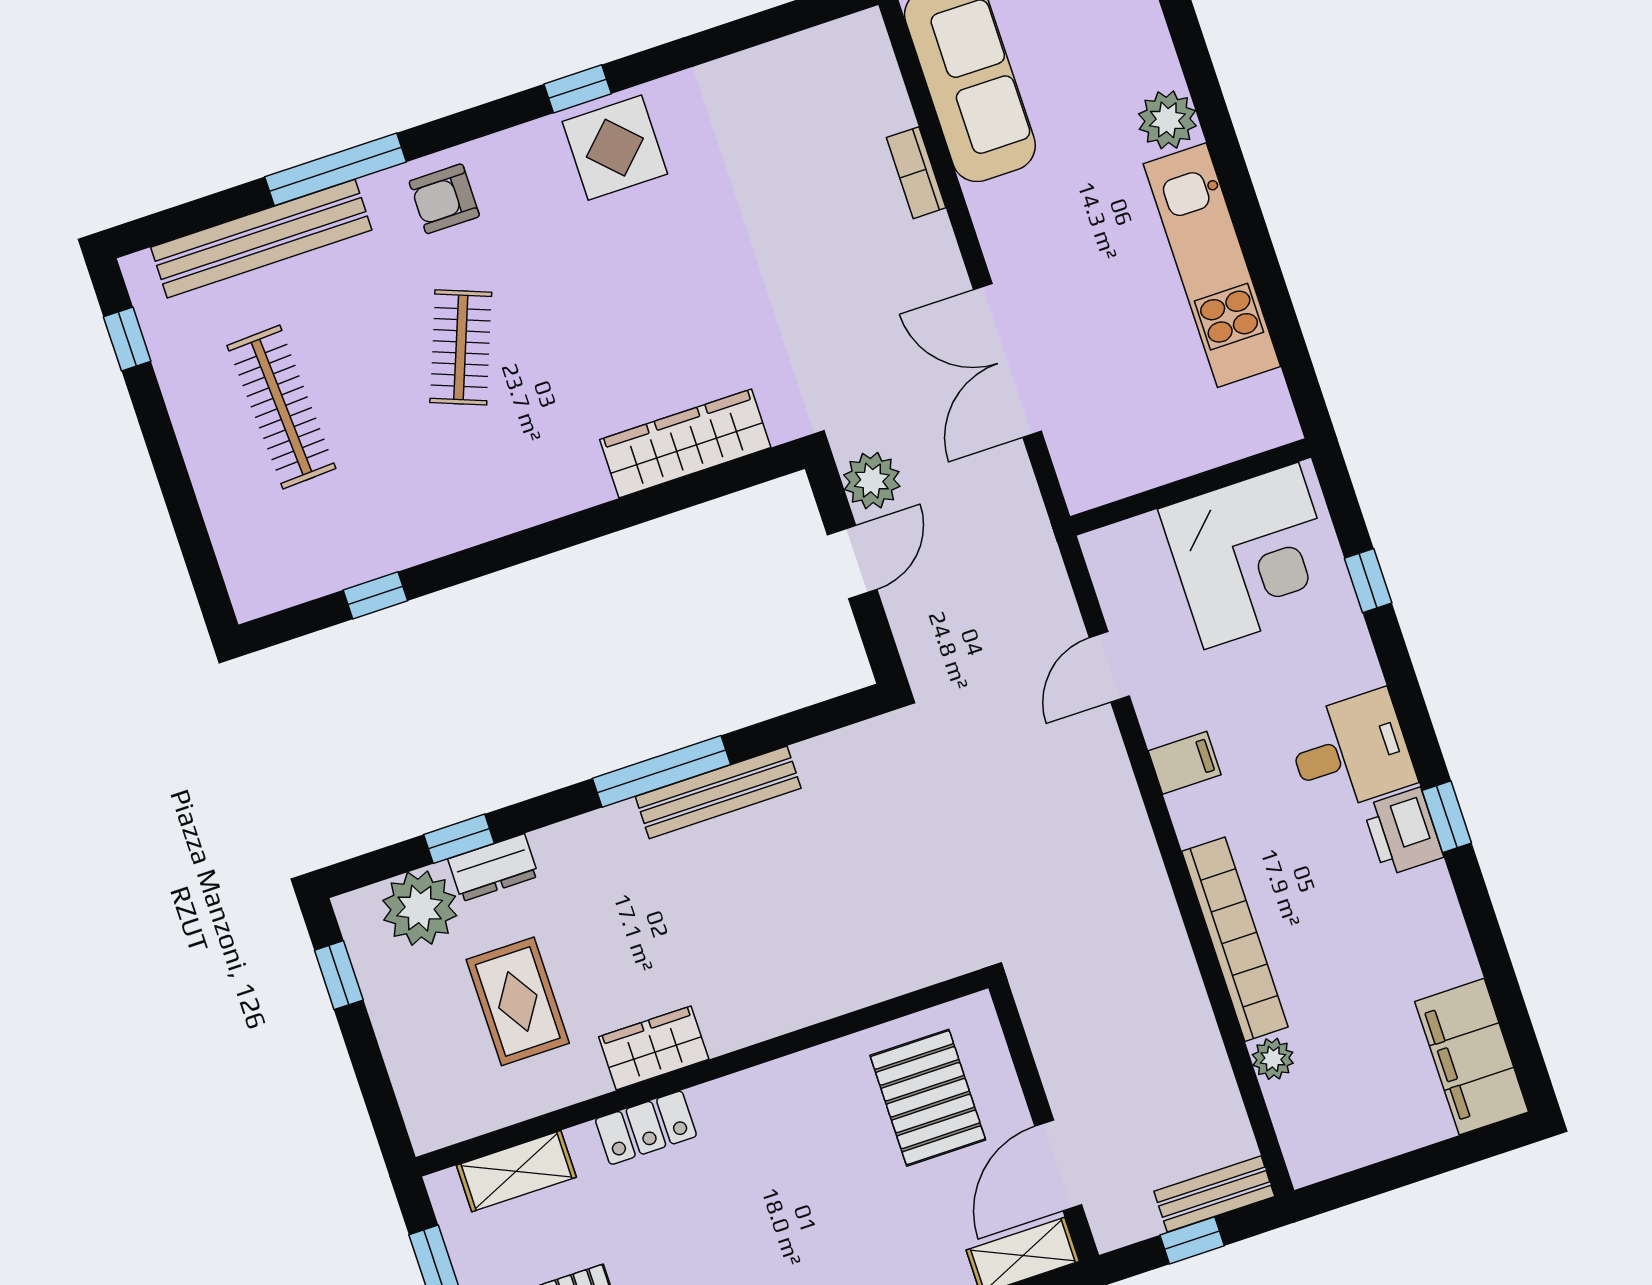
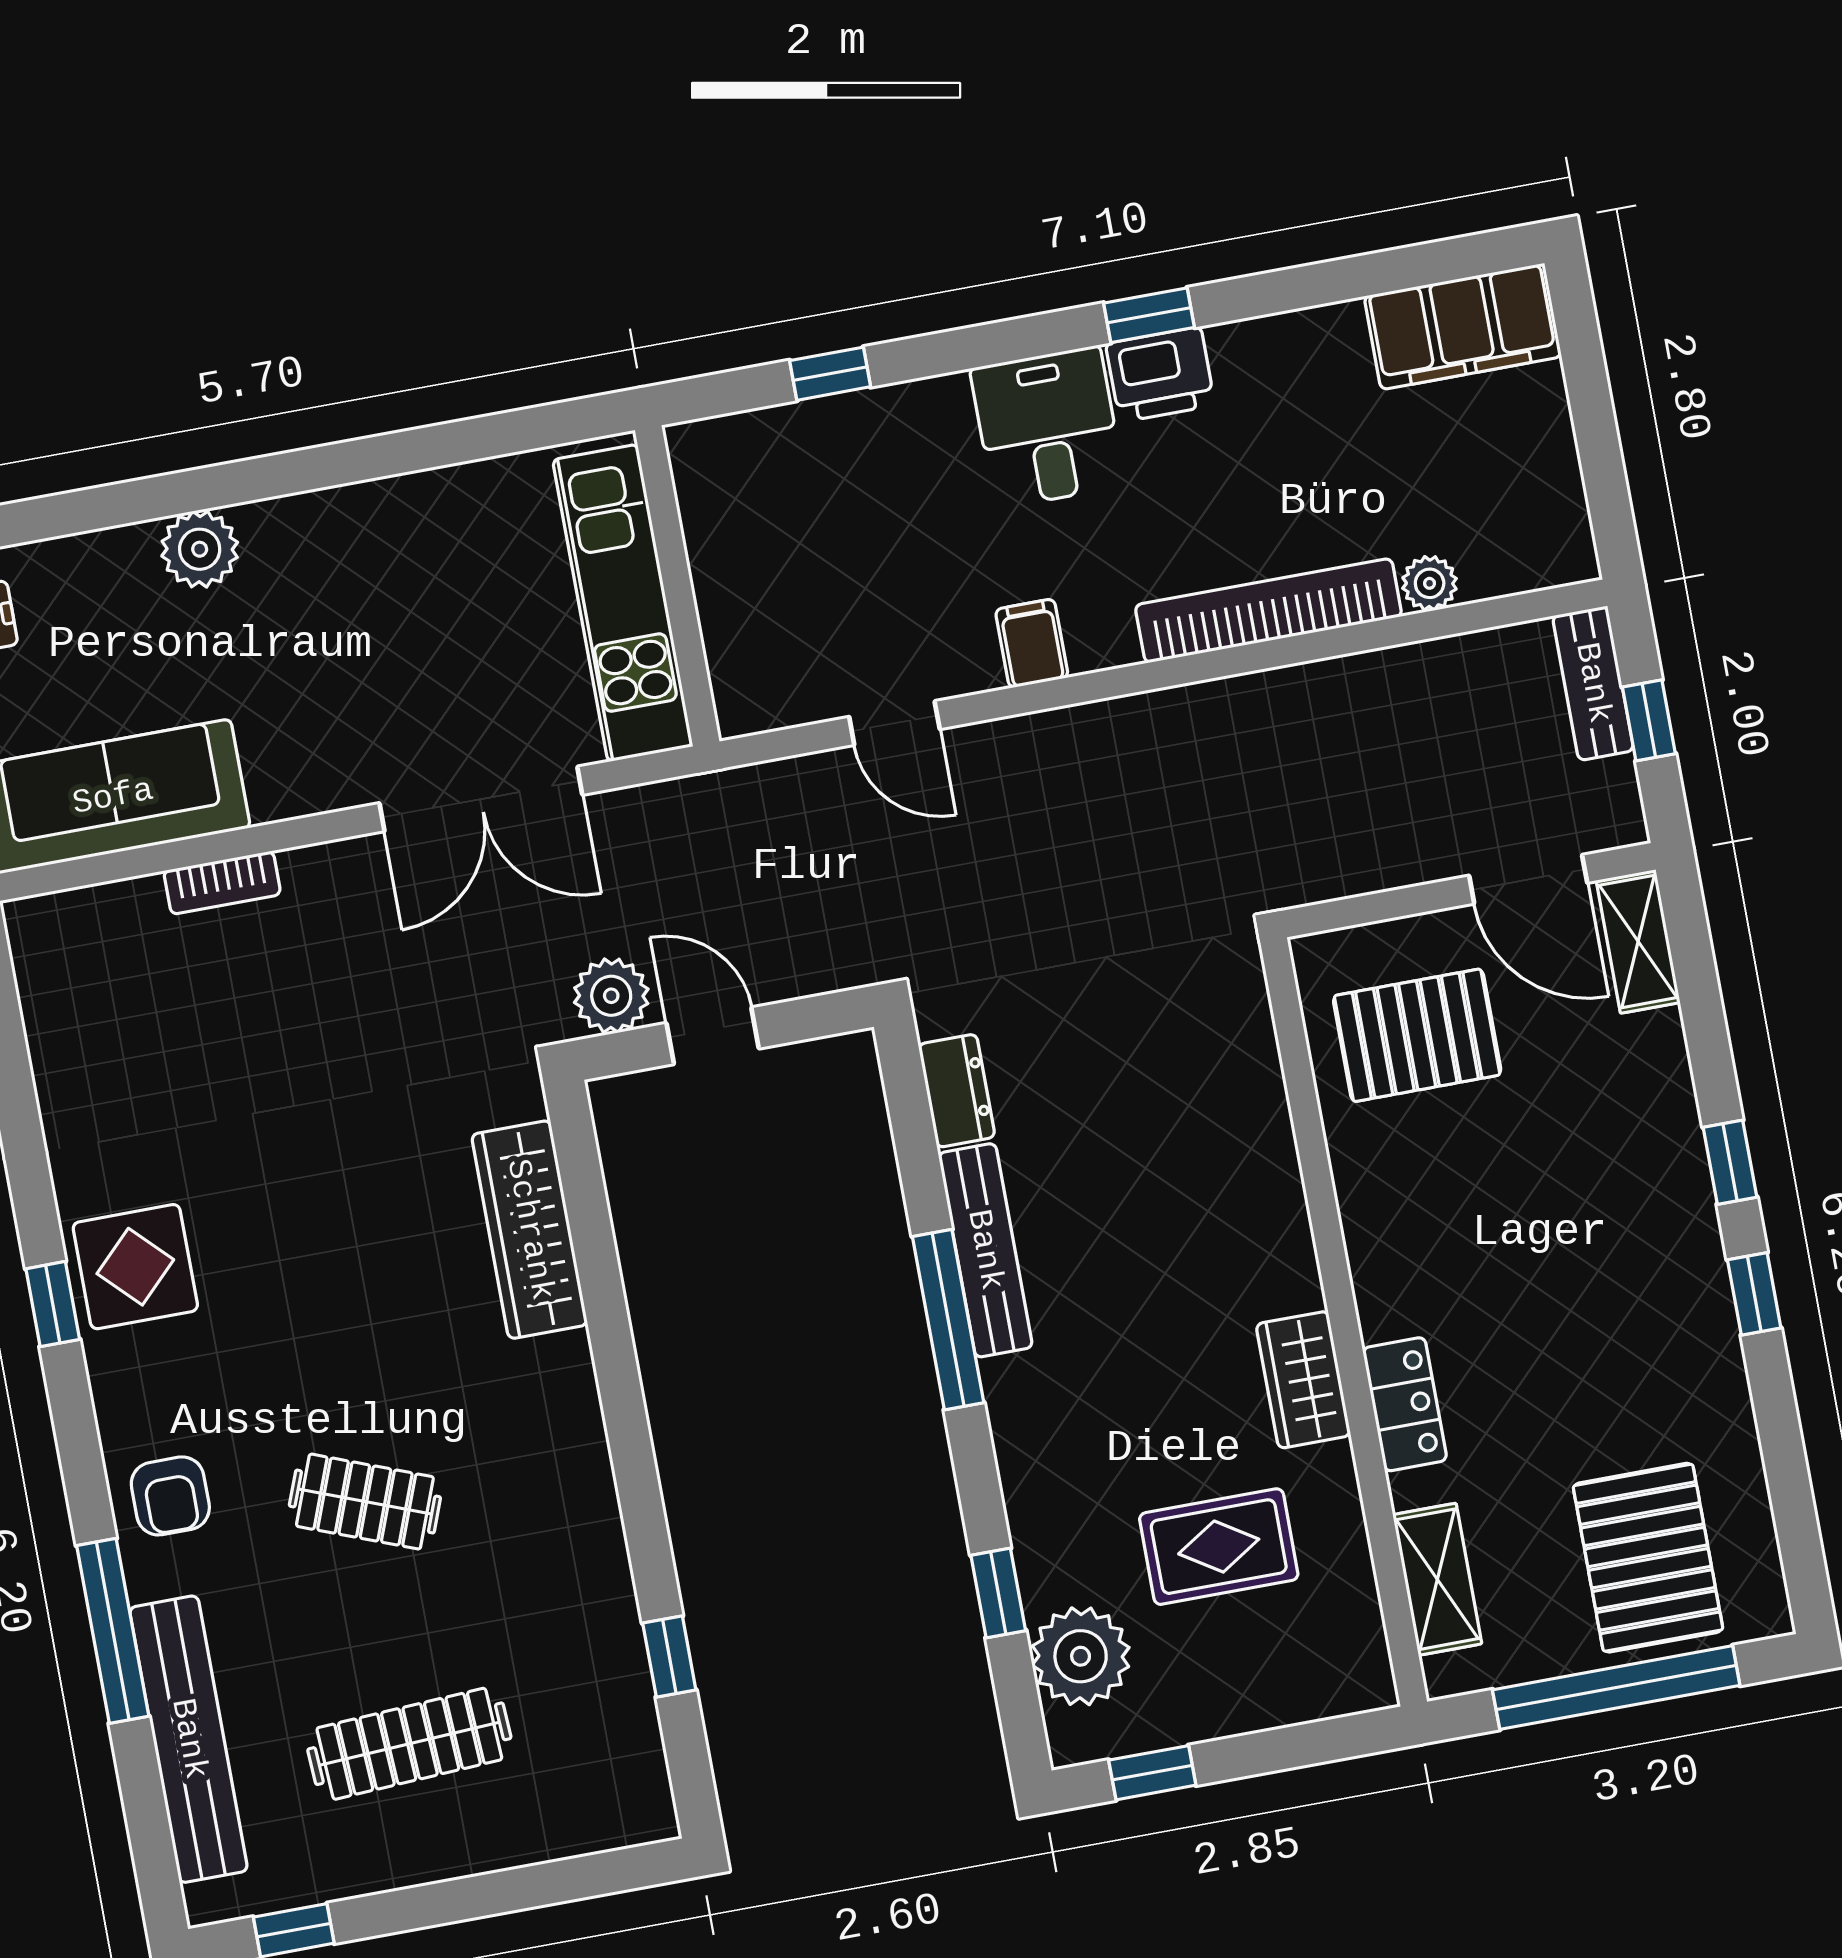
kitchen unit: (1212, 265) -> (623, 603), moved, turned 90
corner desk: (1251, 556) -> (777, 520), removed
dresser: (493, 868) -> (957, 1091), moved

